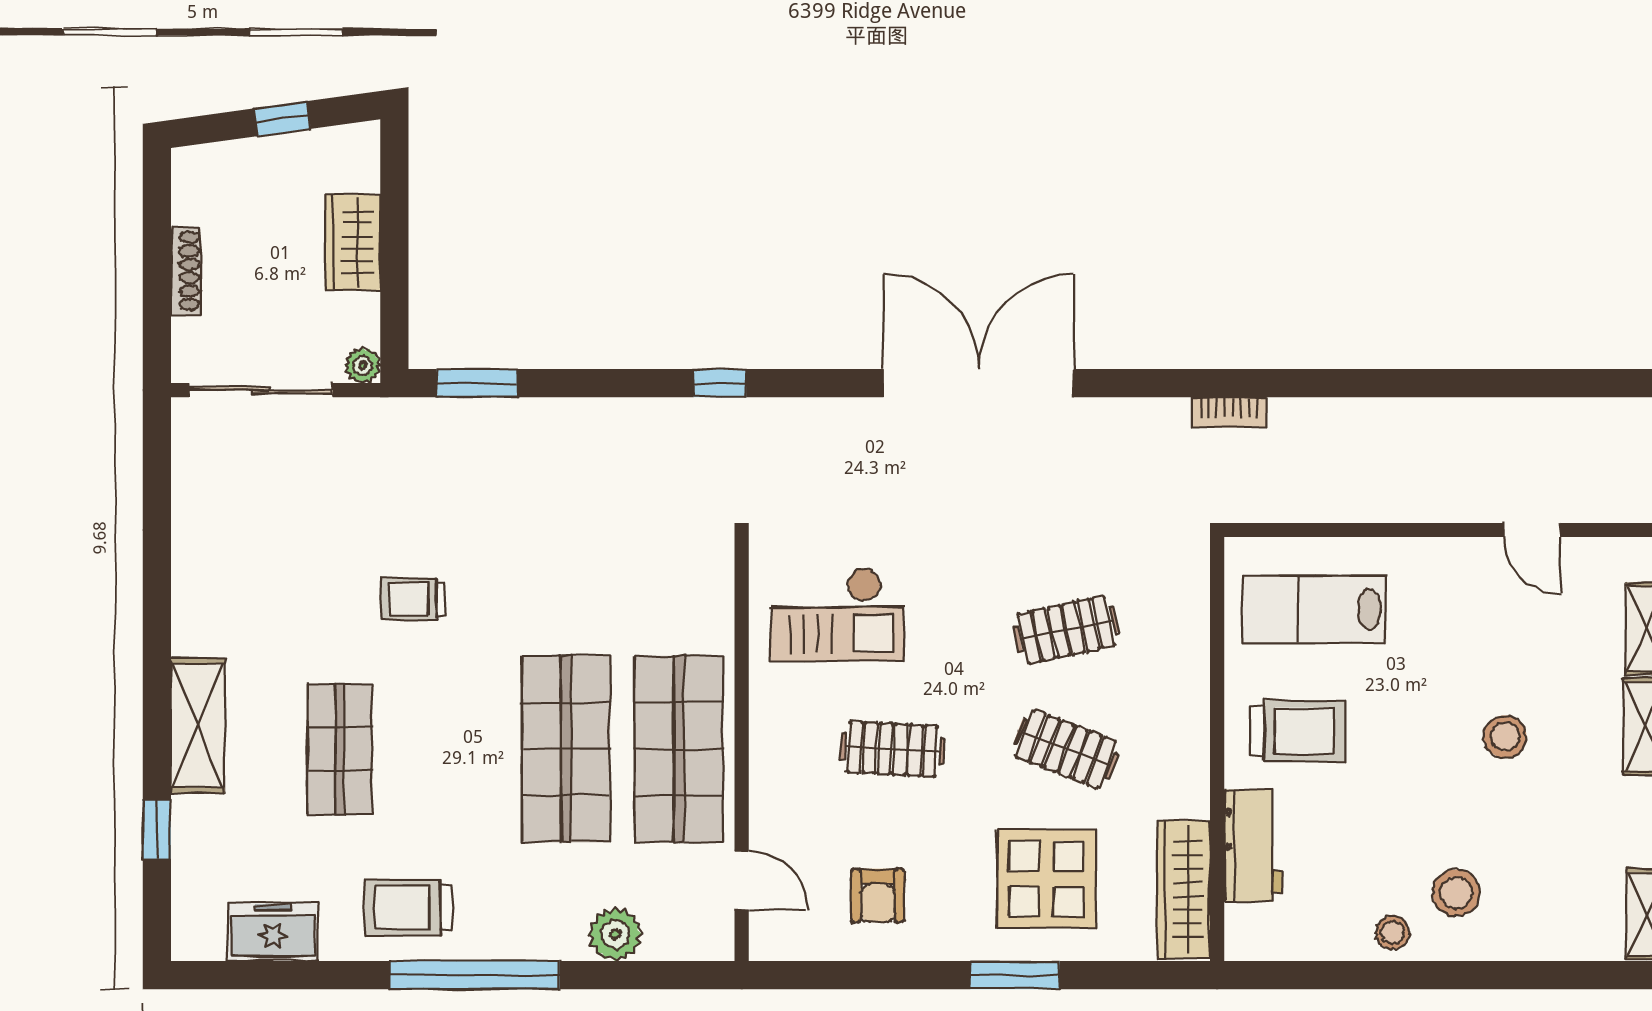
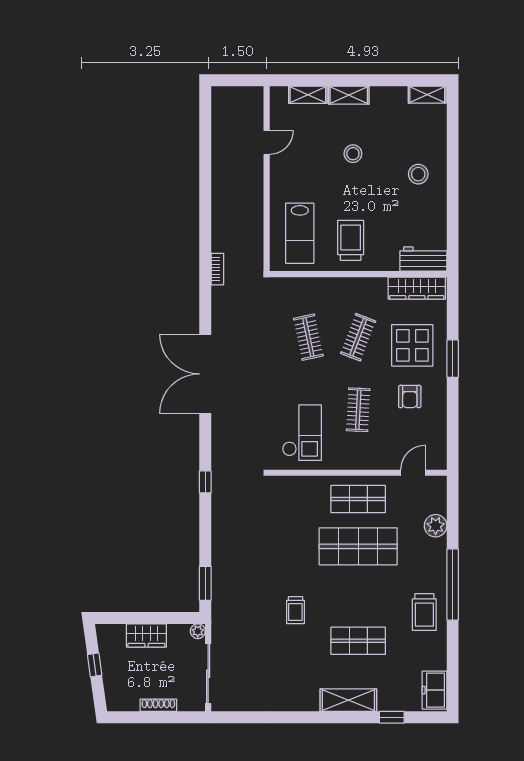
shop shelf: (679, 749) -> (358, 499), width x0.70, depth x0.74
workbench: (1253, 846) -> (423, 259), moved
armchair: (878, 896) -> (410, 397), moved, turned 90
freezer: (273, 932) -> (434, 690), moved
stool: (1392, 933) -> (435, 201), removed

